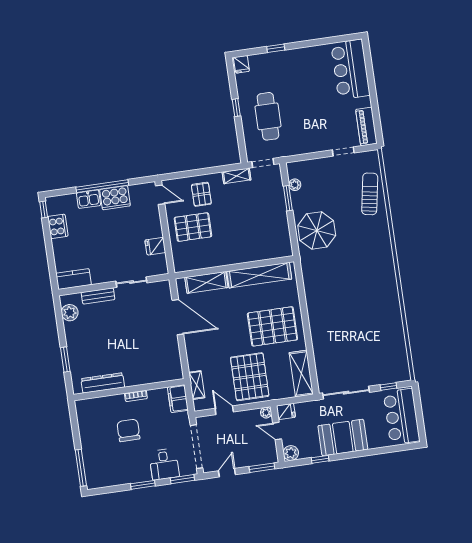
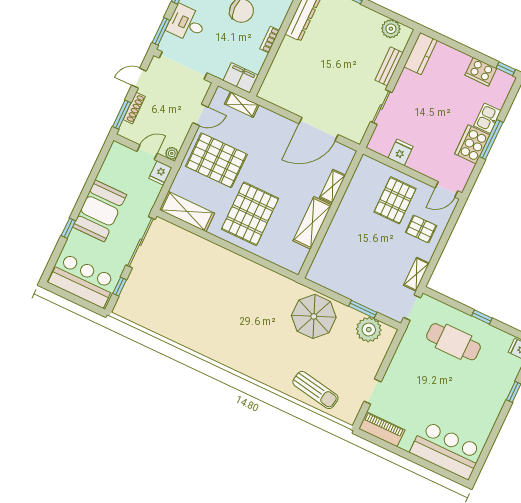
plant: (295, 185) -> (369, 330), width x1.88, depth x1.88
window: (102, 186) -> (491, 139), width x0.68
shelving: (259, 275) -> (312, 223), width x0.68
shelving: (206, 282) -> (332, 186), width x0.67, depth x0.75
plant: (291, 453) -> (118, 151), removed
window: (320, 459) -> (68, 228), moved
shoe rack: (251, 462) -> (134, 108), added
door: (227, 473) -> (139, 78), swing flipped

